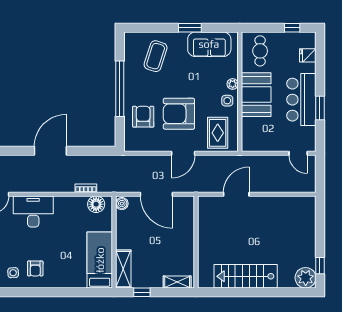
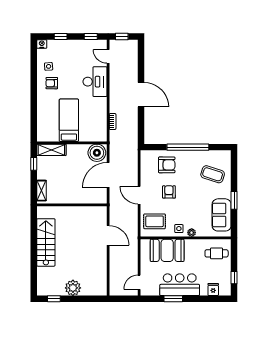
booth: (256, 95) -> (167, 250), moved
armchair: (179, 114) -> (169, 192), width x0.53, depth x0.53
floor lamp: (96, 204) -> (100, 129), removed
boiler: (122, 204) -> (97, 153), width x1.86, depth x1.86
bed: (100, 260) -> (69, 120), moved, turned -90
plant: (306, 278) -> (73, 288), moved

